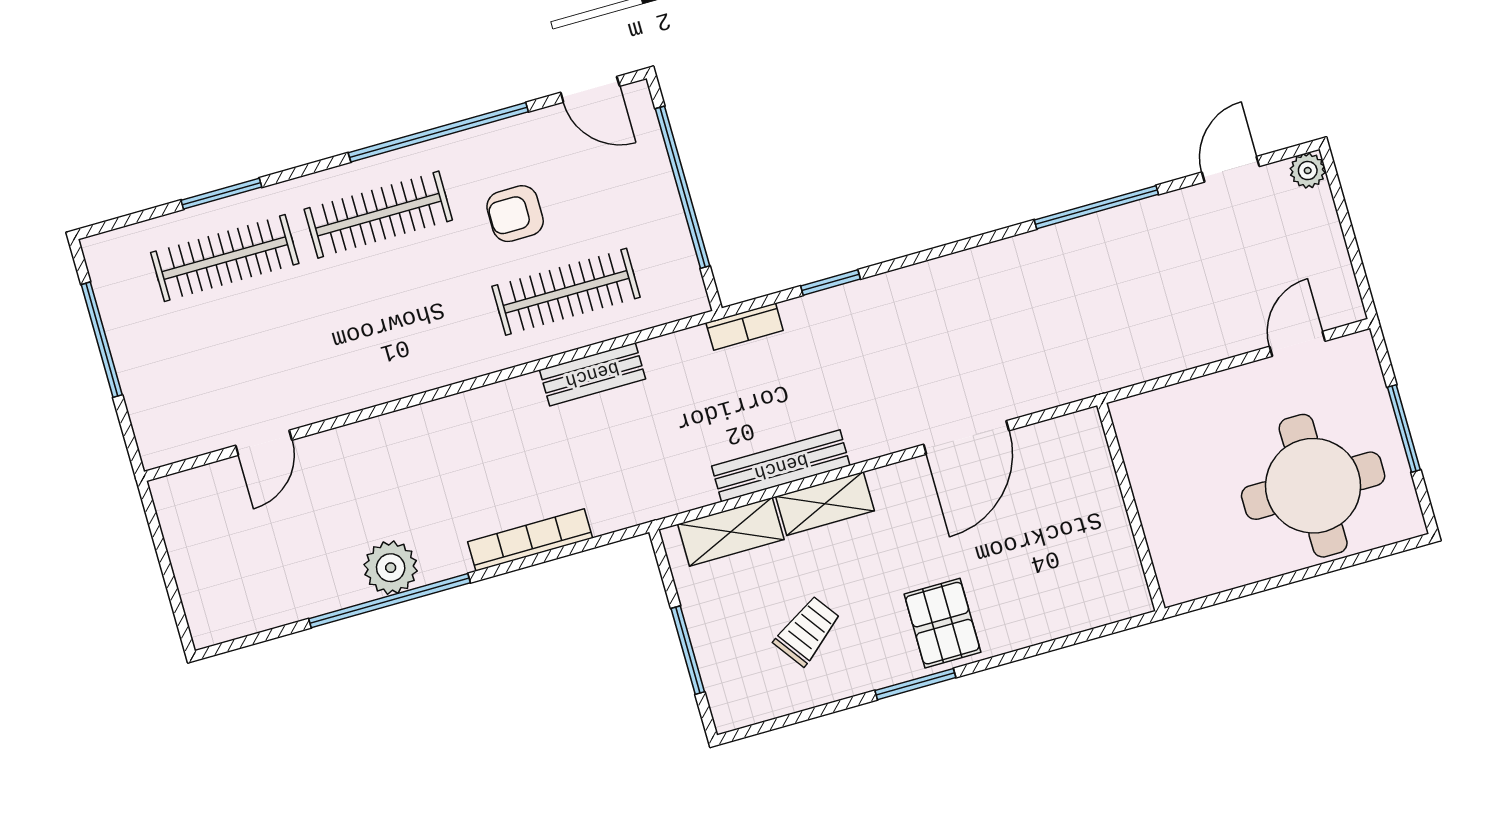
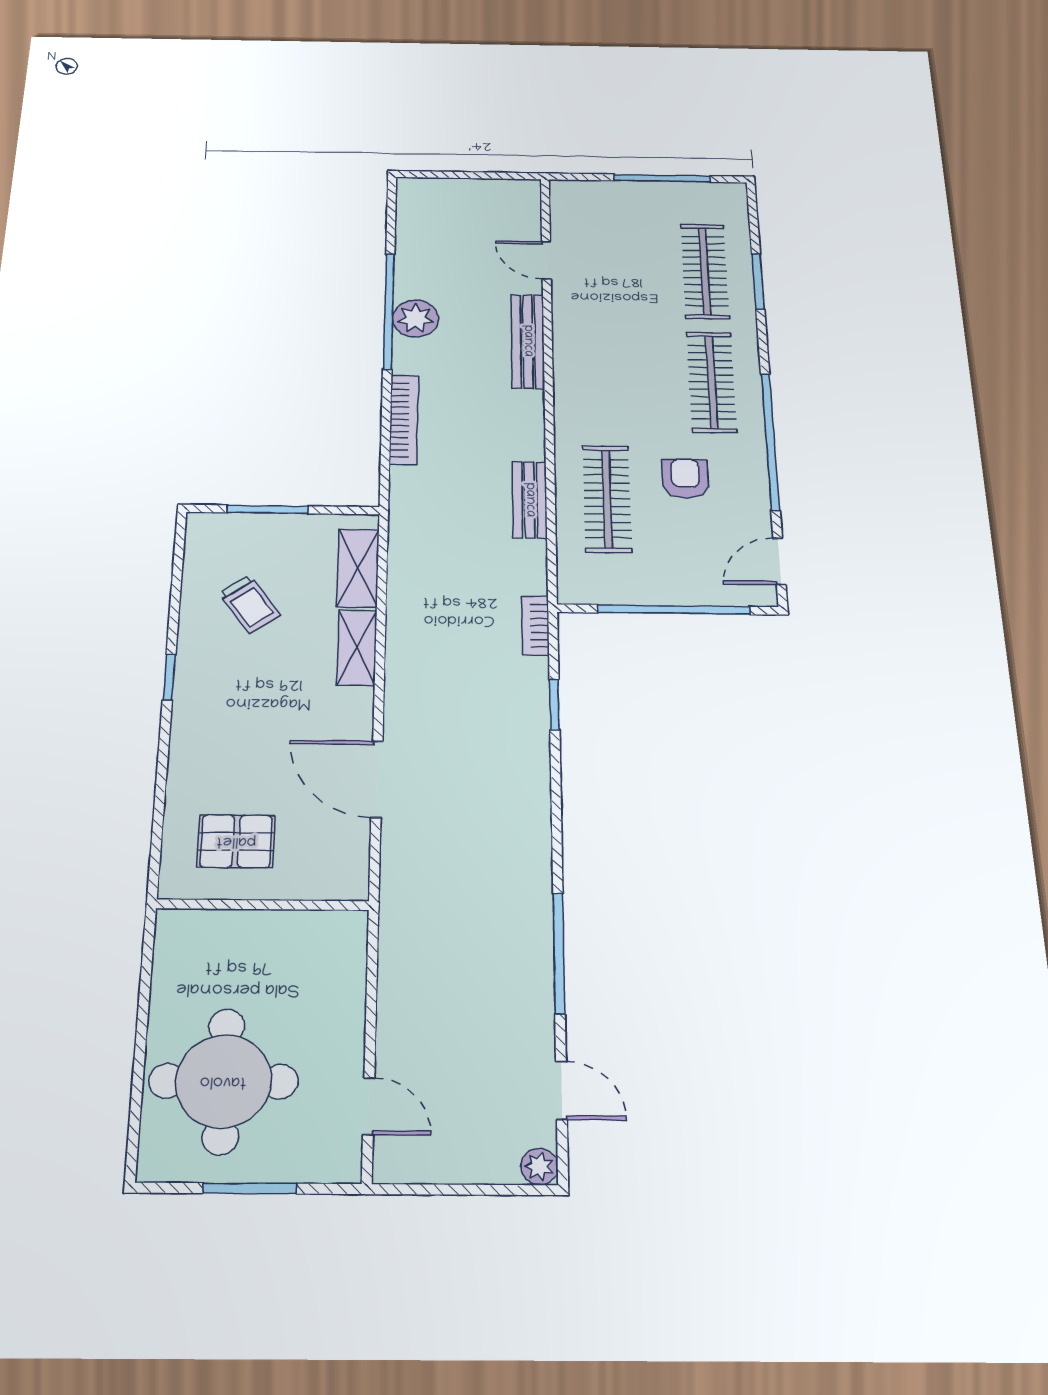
bench: (781, 466) -> (528, 341), moved
pallet: (942, 623) -> (236, 841), moved
window: (915, 684) -> (169, 677), width x0.67

